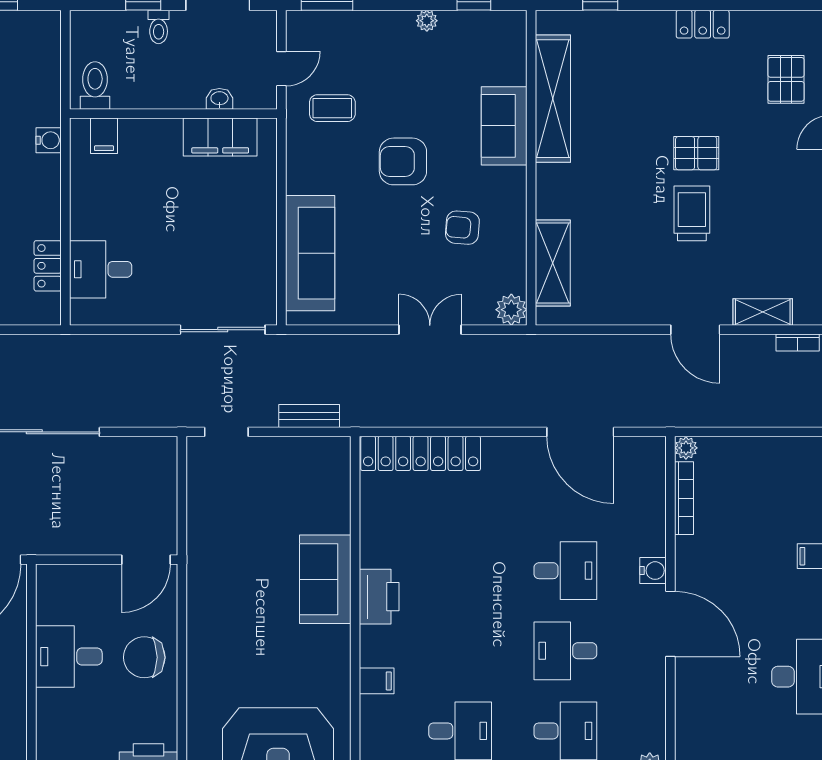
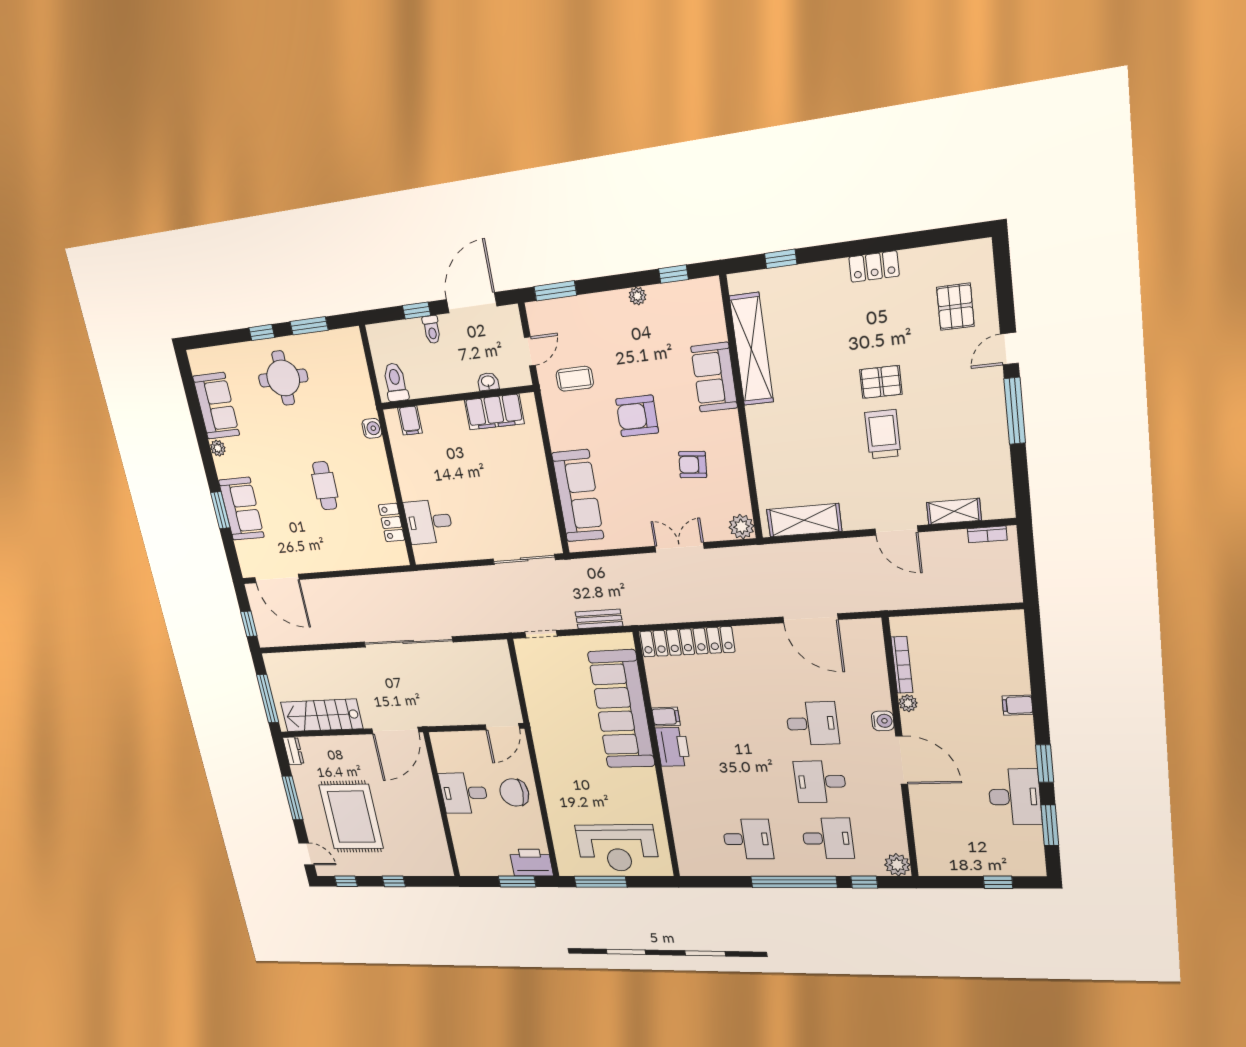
shelving: (553, 263) -> (804, 520), moved, turned 90
plant: (686, 448) -> (908, 703), moved
sofa: (325, 579) -> (621, 709), width x1.85, depth x1.27
filing cabinet: (377, 681) -> (666, 717), moved

